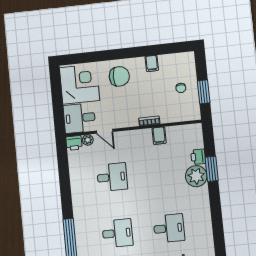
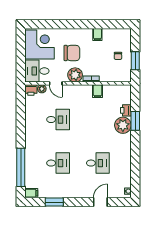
chair: (119, 76) -> (72, 53), moved
plant: (128, 118) -> (75, 75), added

